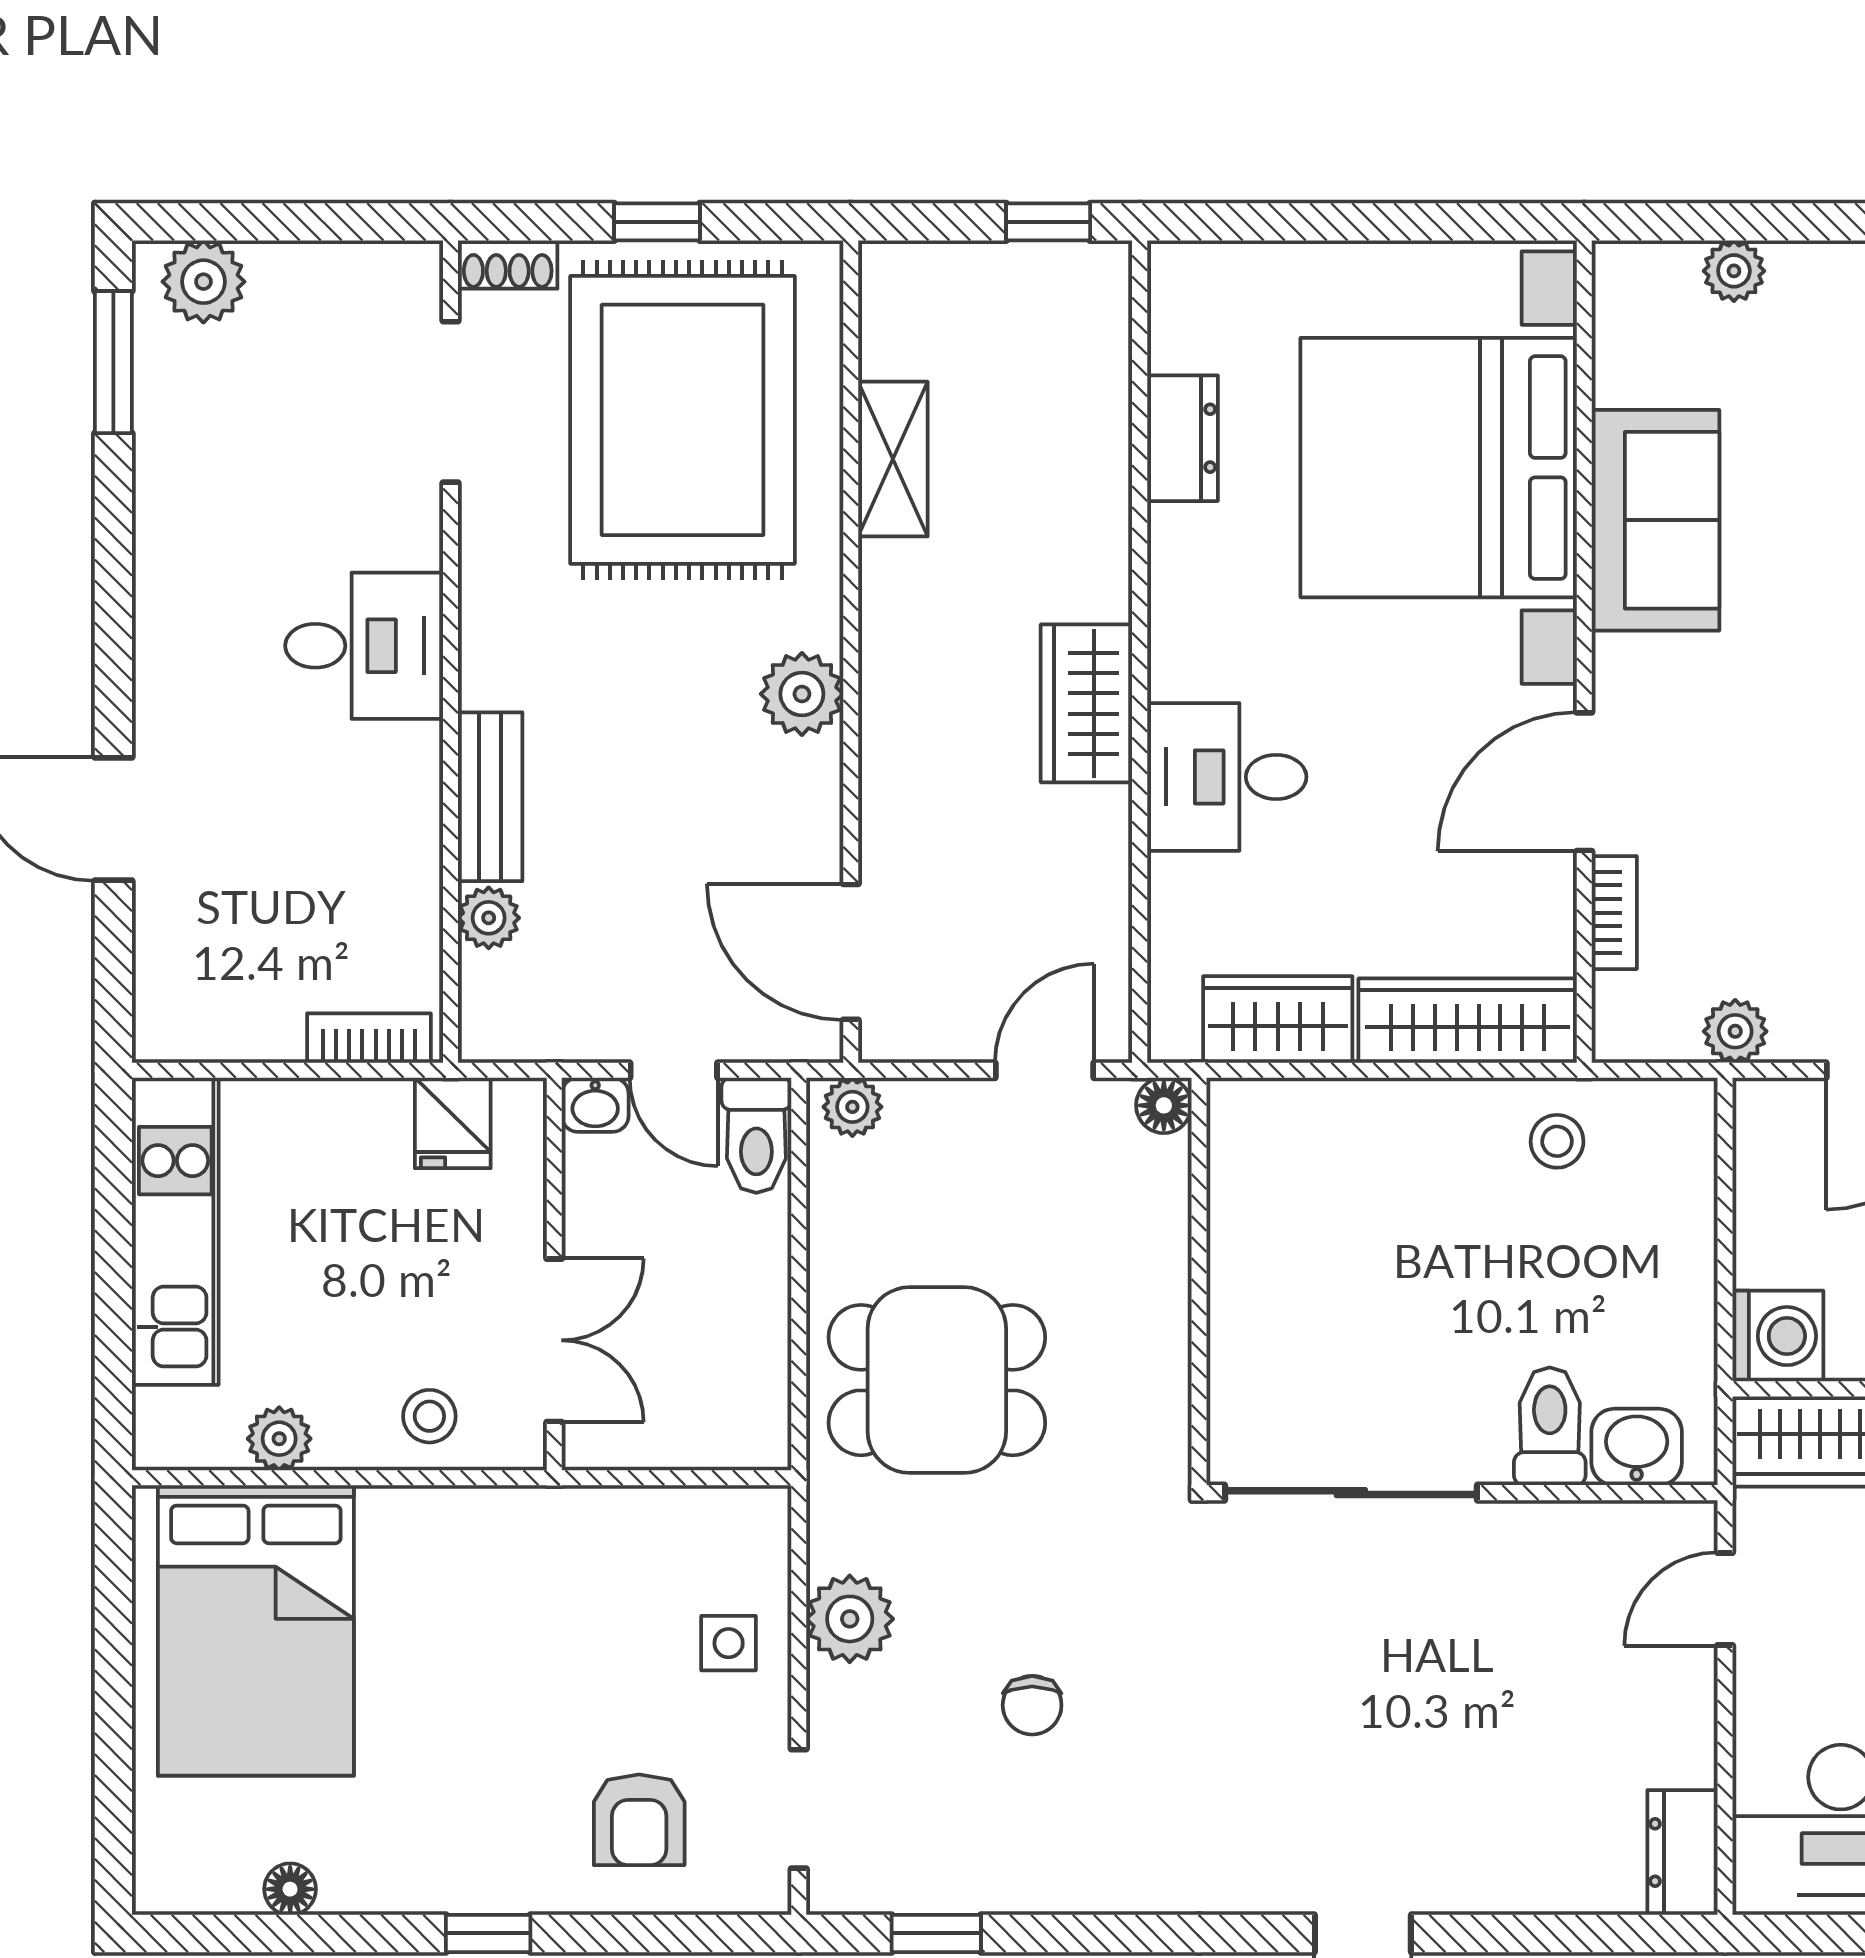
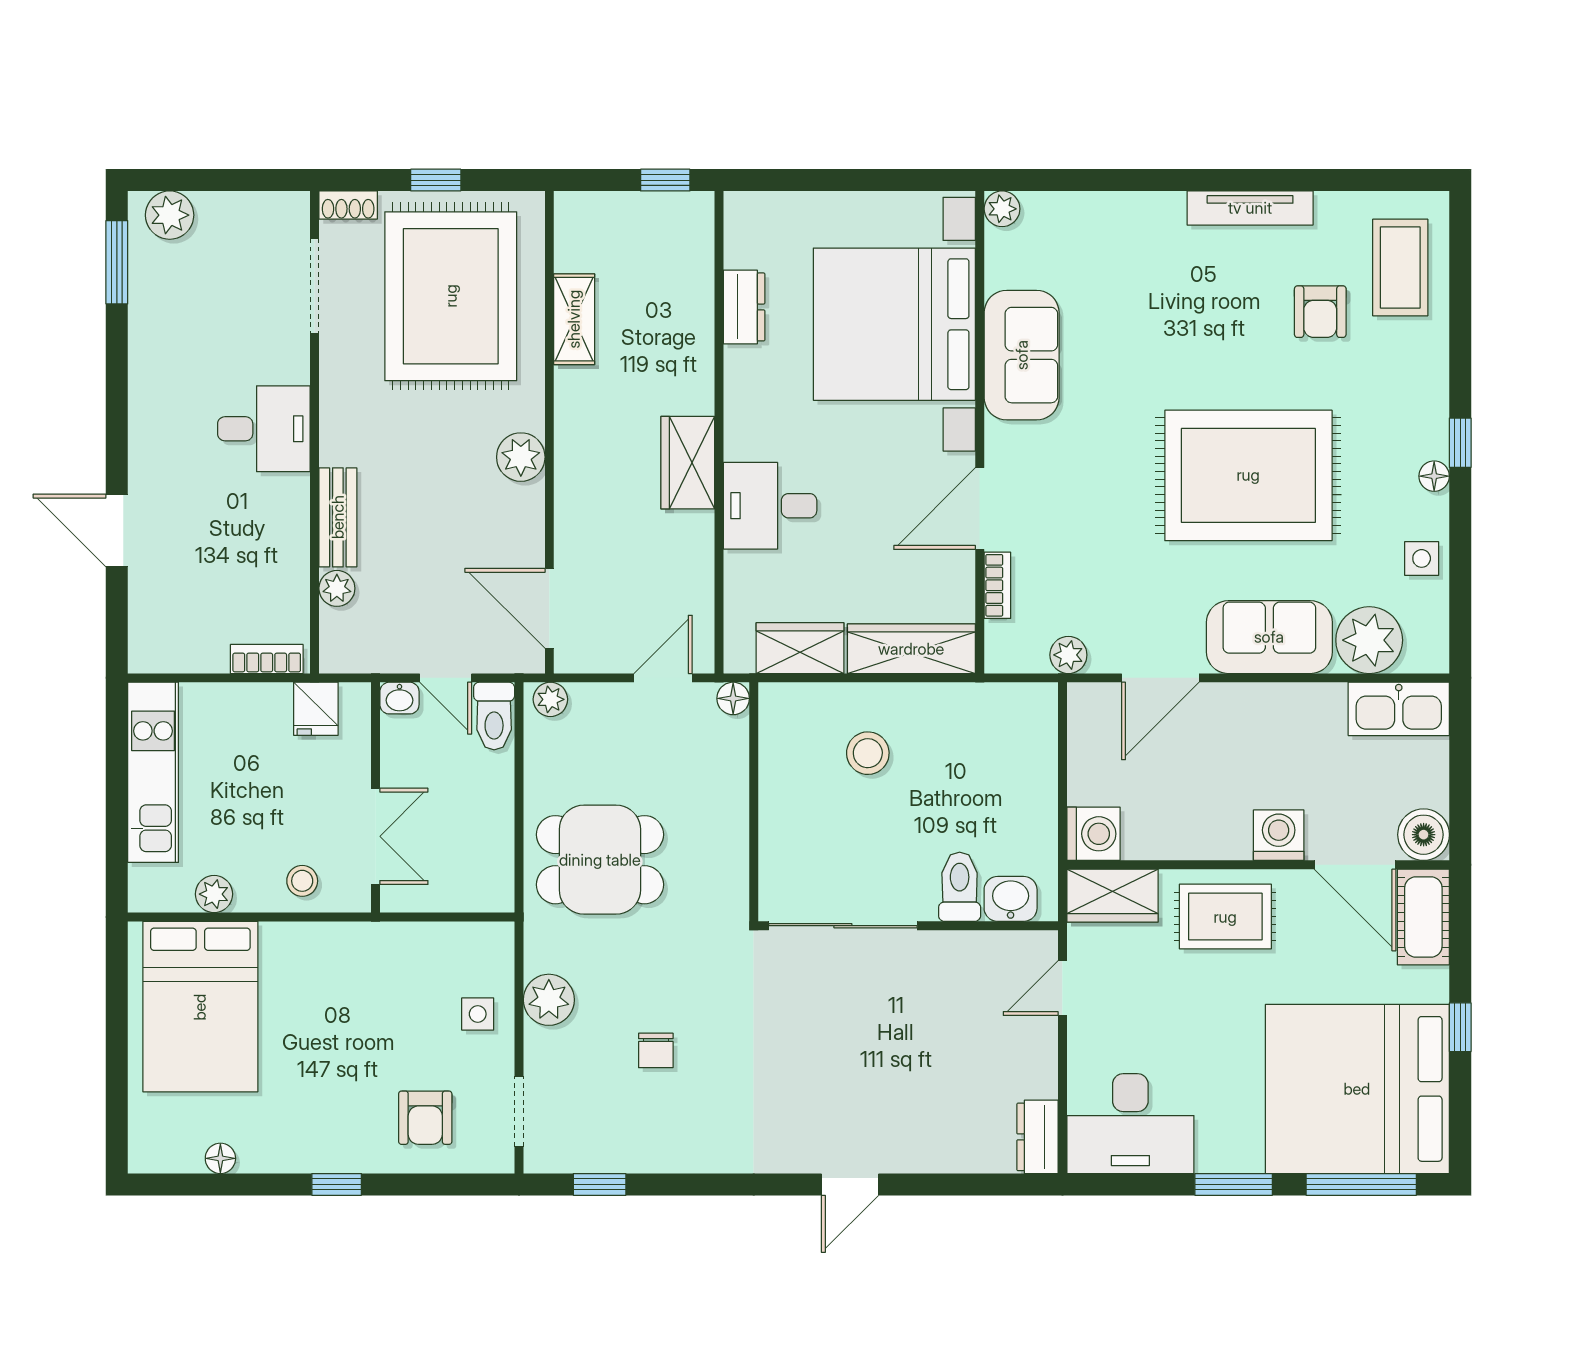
plant: (1734, 271) -> (1002, 209), moved
stool: (1557, 1141) -> (868, 753), moved, width x1.37, depth x1.37

